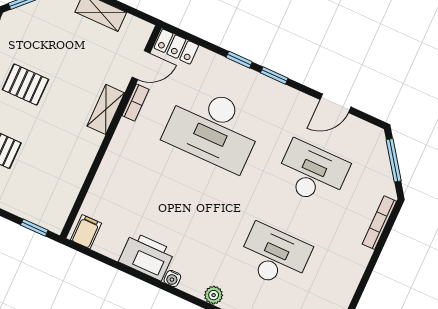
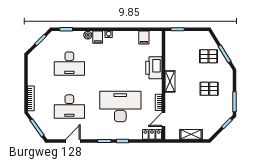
shelving: (106, 109) -> (170, 81), moved
filing cabinet: (86, 232) -> (144, 38), moved
printer: (147, 256) -> (154, 68), moved, turned 90
filing cabinet: (196, 282) -> (98, 37), added

